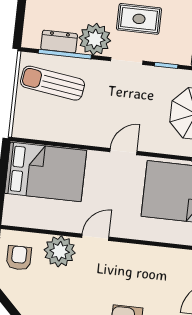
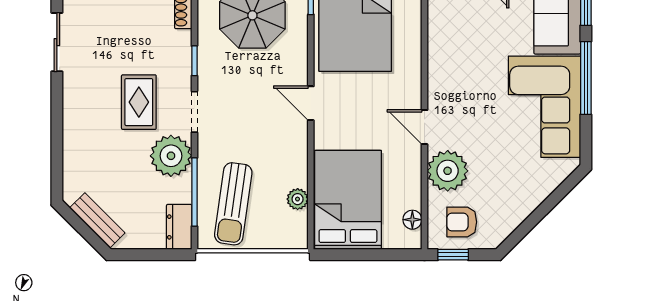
dresser: (59, 42) -> (179, 227), moved
plant: (51, 133) -> (298, 199), added
floor lamp: (25, 220) -> (412, 220), added

